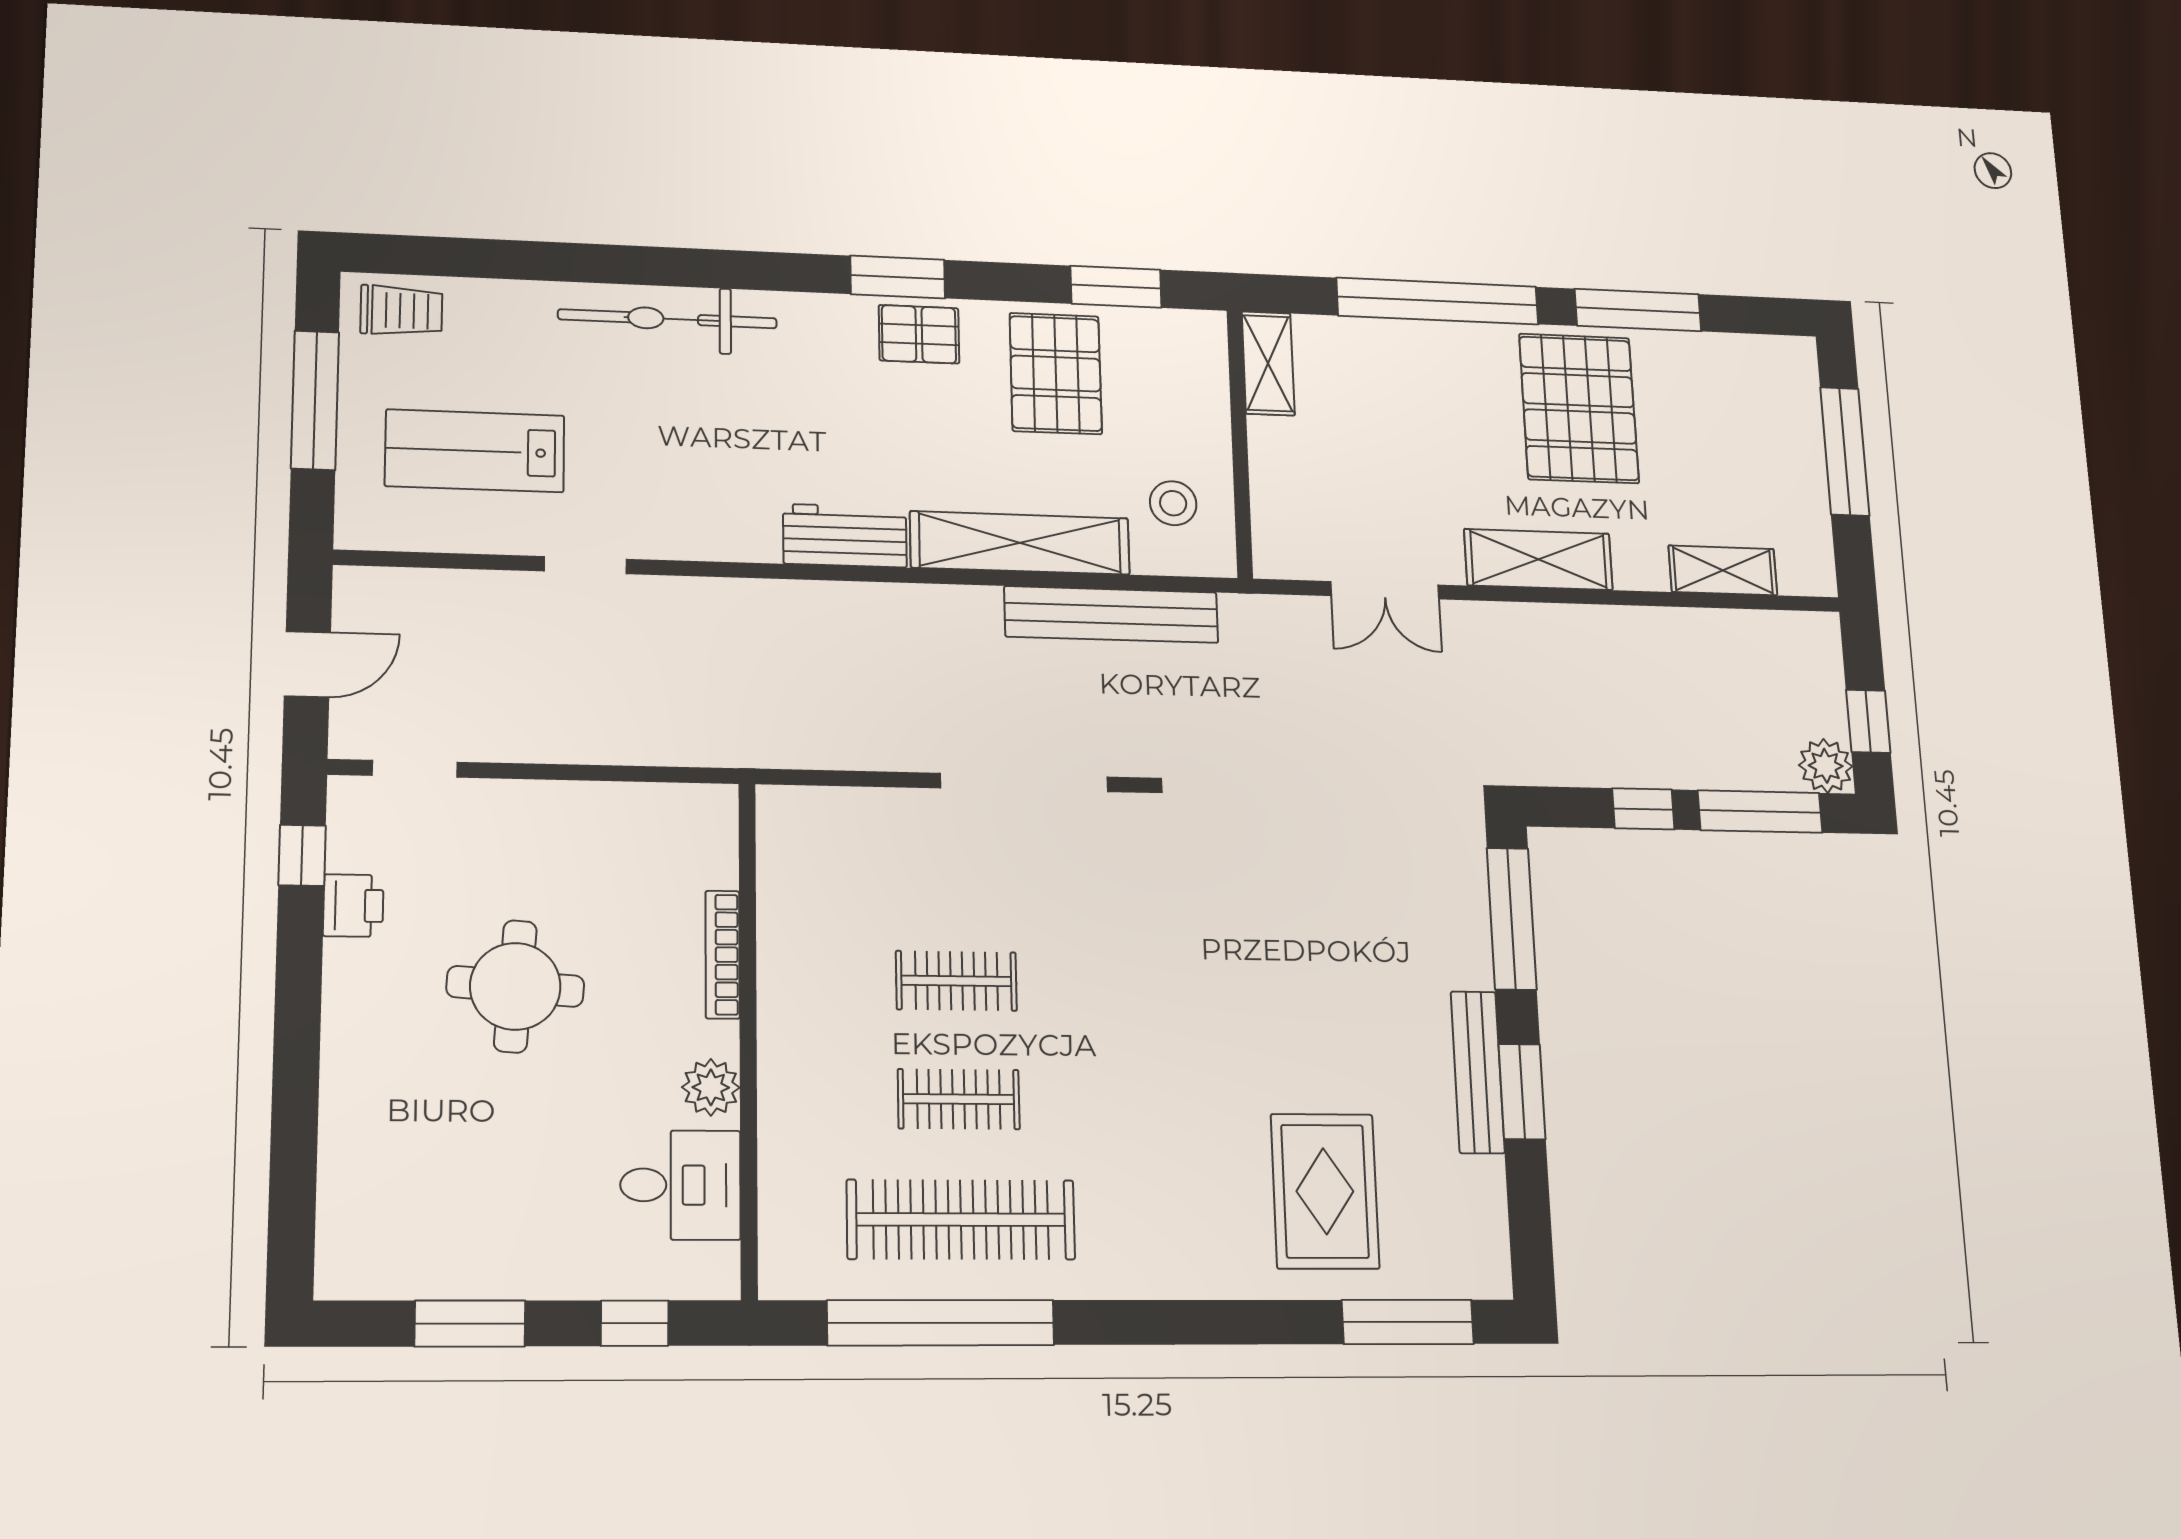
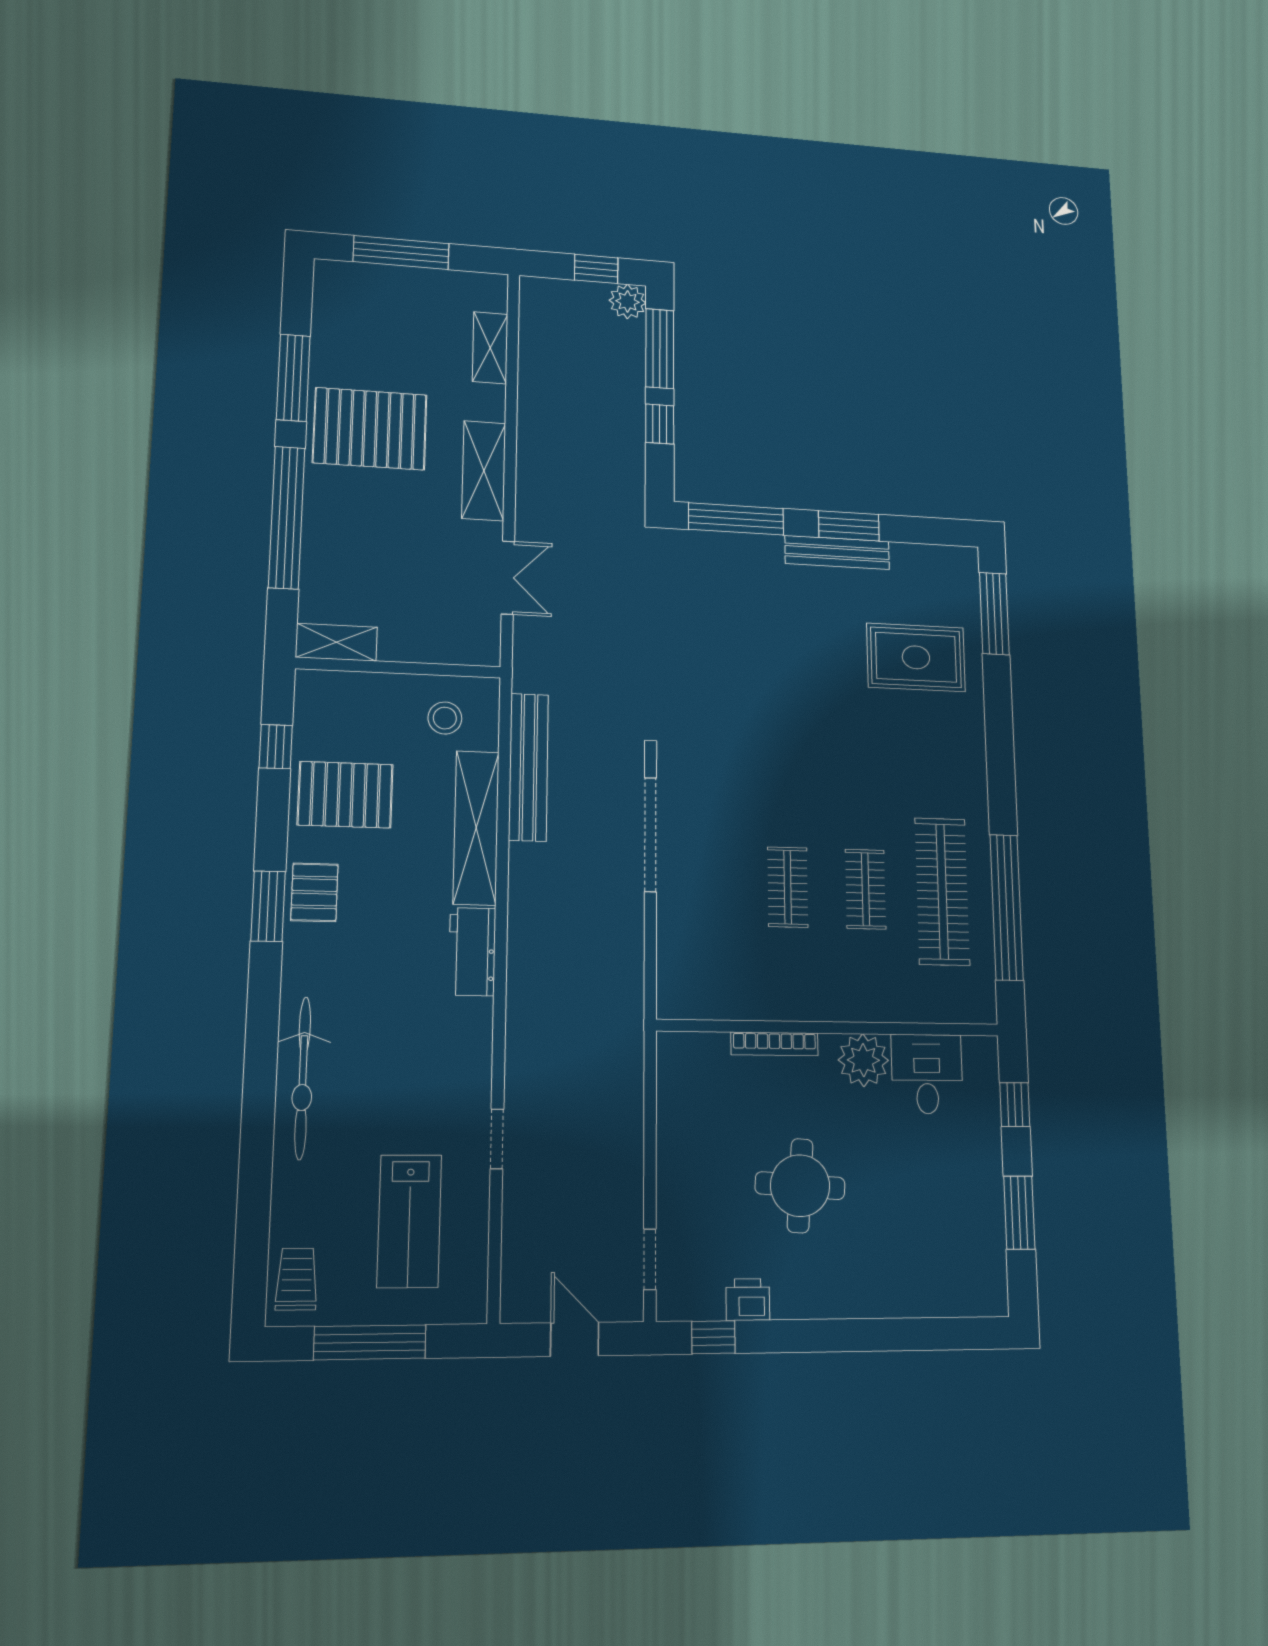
window: (1116, 287) -> (276, 747), width x0.67
plant: (711, 1087) -> (863, 1060), width x1.36, depth x1.36

